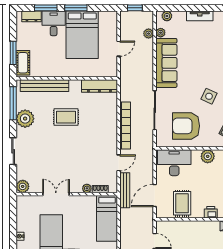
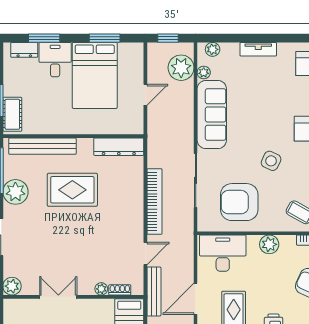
window: (76, 8) -> (105, 38), moved
plant: (149, 34) -> (181, 68), width x1.87, depth x1.87
rug: (66, 117) -> (72, 190), width x1.36, depth x1.43

